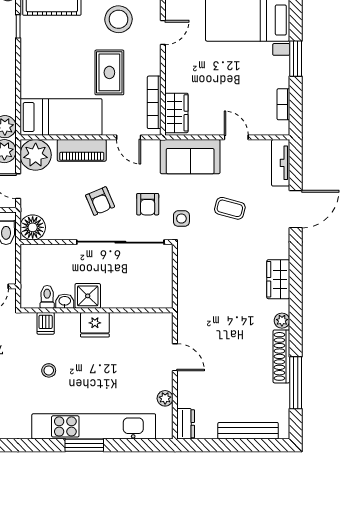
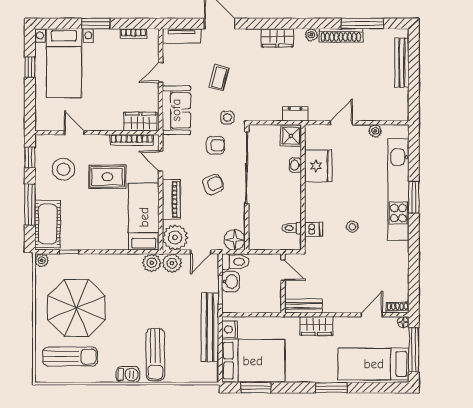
door: (129, 137) -> (161, 161), swing flipped
shower: (88, 296) -> (291, 136), moved
washbasin: (65, 301) -> (295, 165), moved
fridge: (95, 325) -> (318, 166), moved, width x1.36, depth x1.34
dresser: (186, 424) -> (295, 114), moved

